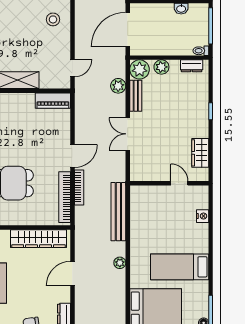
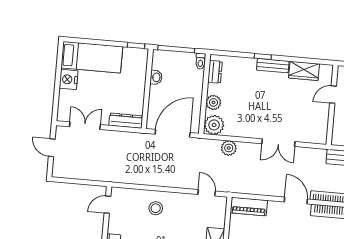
door: (128, 30) -> (173, 133), swing flipped
bench: (136, 96) -> (273, 66), moved
piano: (53, 101) -> (249, 207), moved, turned 90

